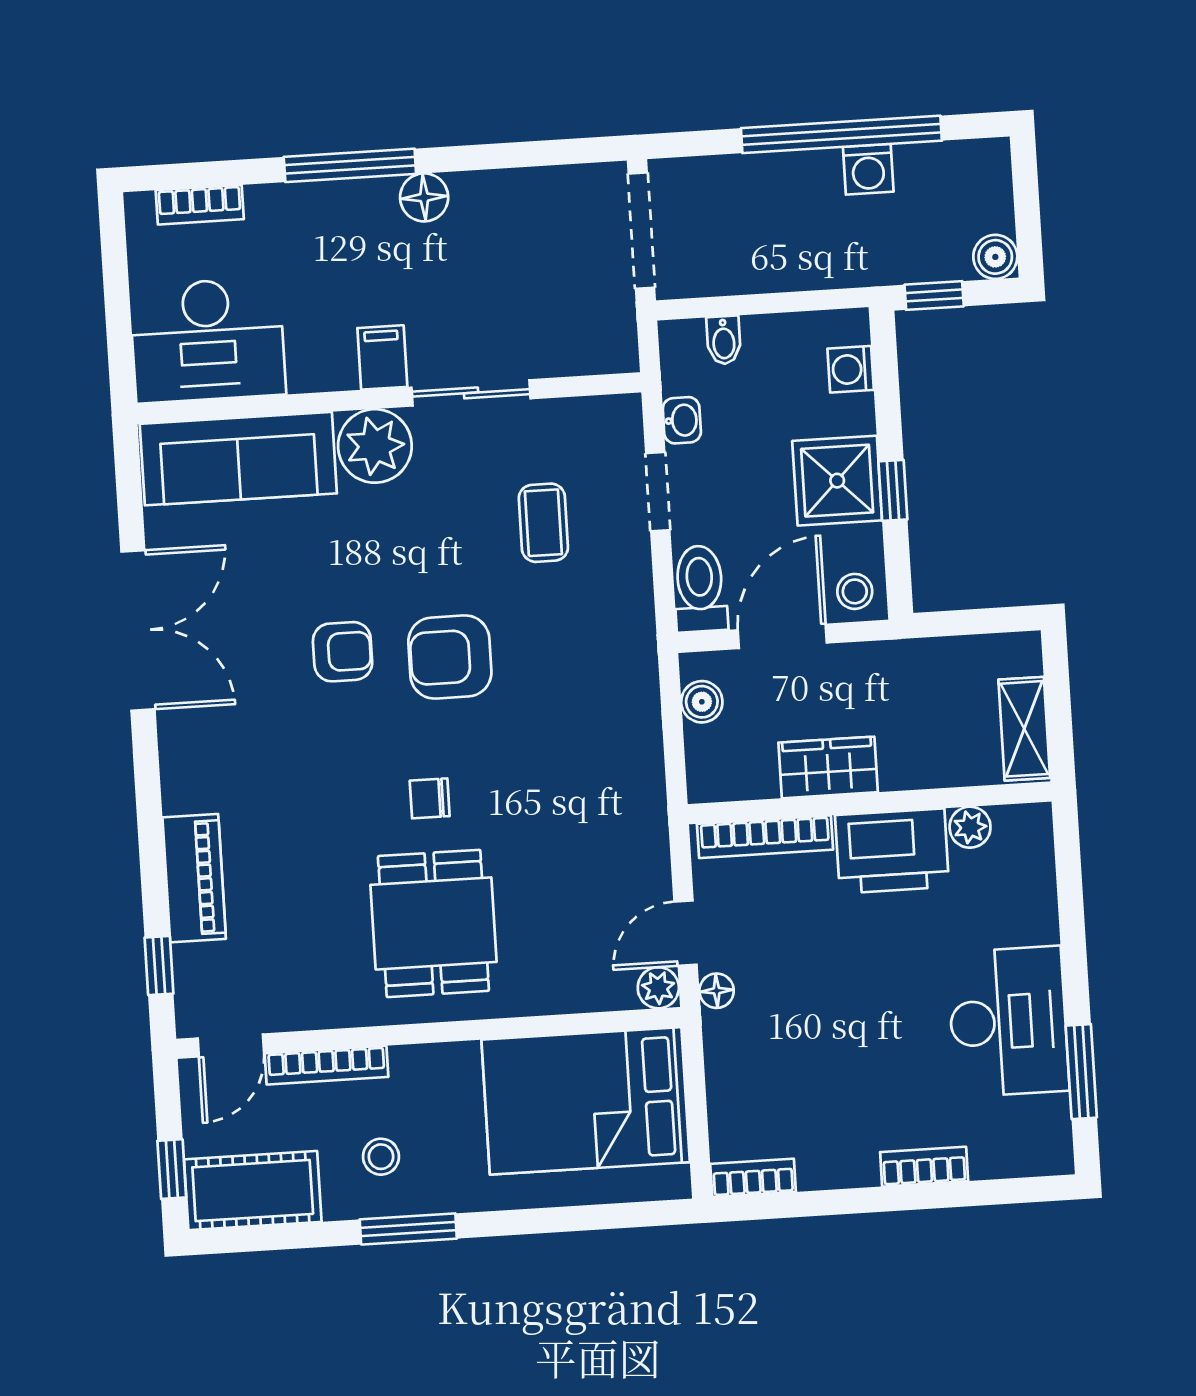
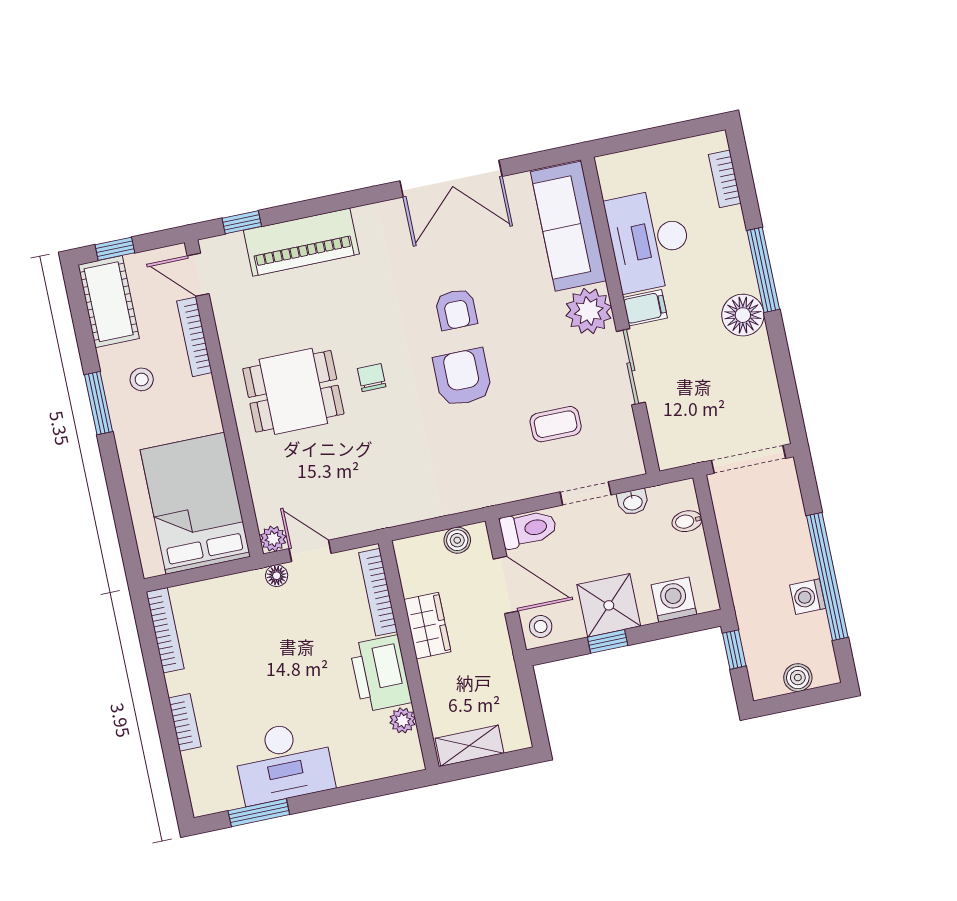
floor lamp: (424, 197) -> (743, 315), width x1.38, depth x1.38
boiler: (995, 257) -> (798, 678), moved
desk: (208, 340) -> (649, 240), moved
washing machine: (851, 369) -> (674, 600), width x1.38, depth x1.38
piano: (194, 878) -> (301, 242), width x1.37, depth x1.33
bookcase: (753, 1178) -> (165, 630), width x1.56

